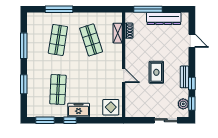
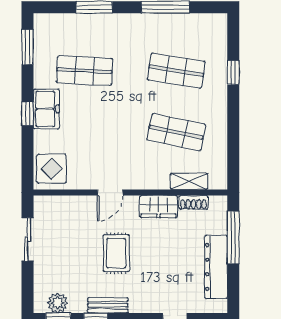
window: (59, 9) -> (233, 73), width x0.46
shop shelf: (91, 40) -> (176, 132), turned 30
wardrobe: (131, 50) -> (159, 207), added
rug: (156, 72) -> (116, 253), turned 90
window: (70, 120) -> (27, 114), moved
sliding door: (166, 120) -> (27, 240), moved

